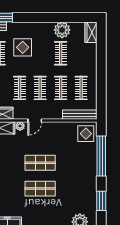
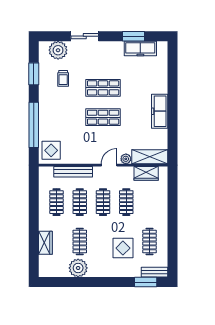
wardrobe: (91, 32) -> (45, 243), moved
bench: (80, 115) -> (73, 172), moved
trolley: (75, 197) -> (63, 78), added

